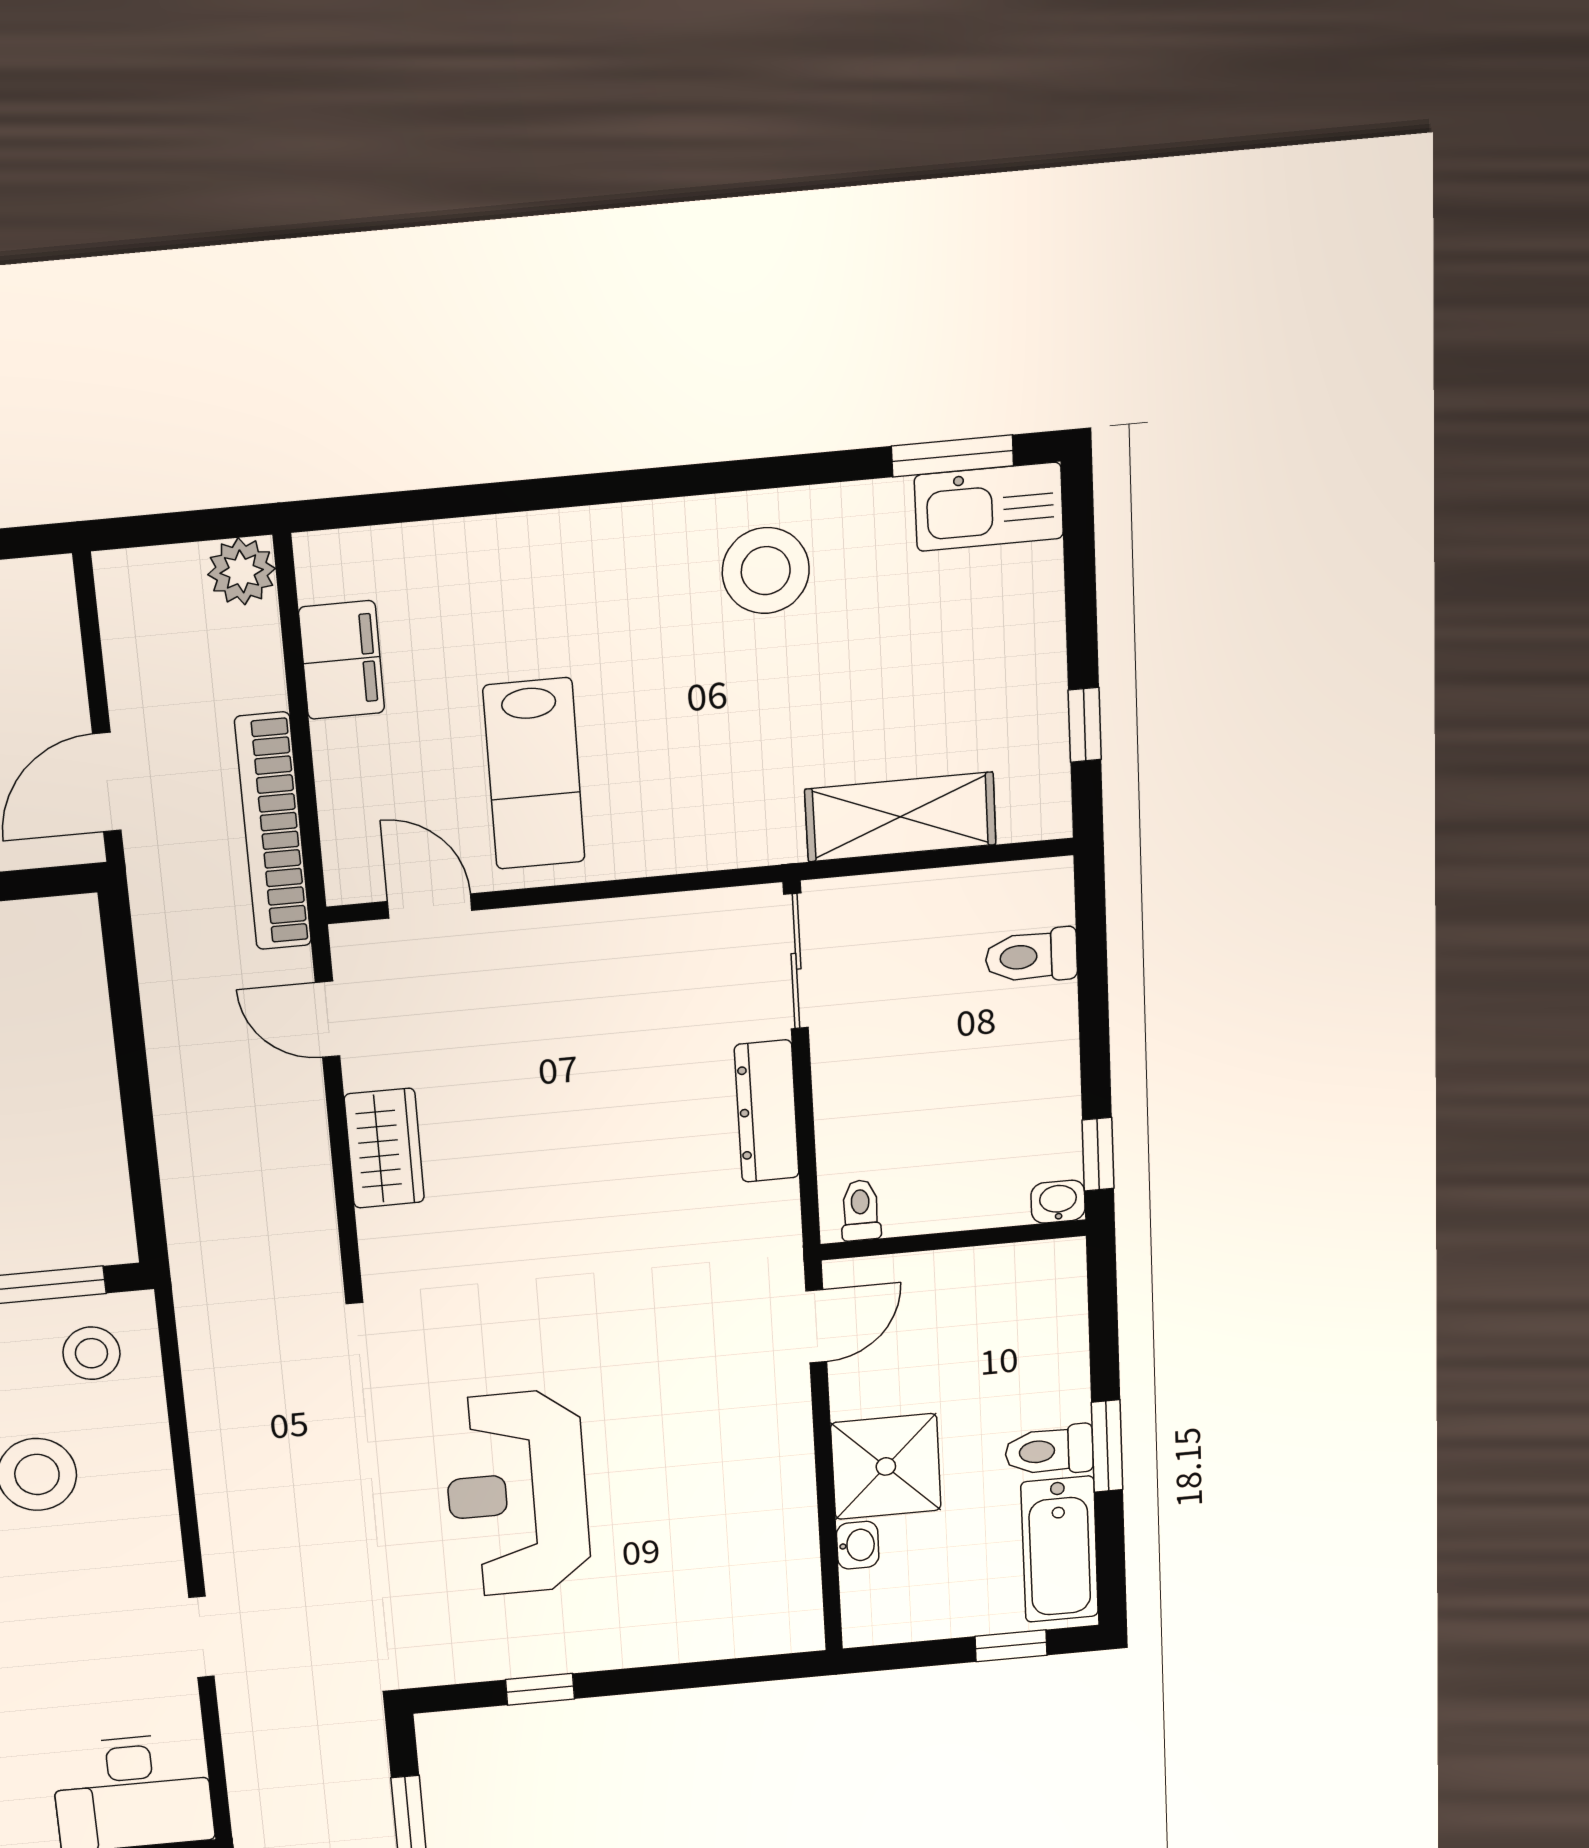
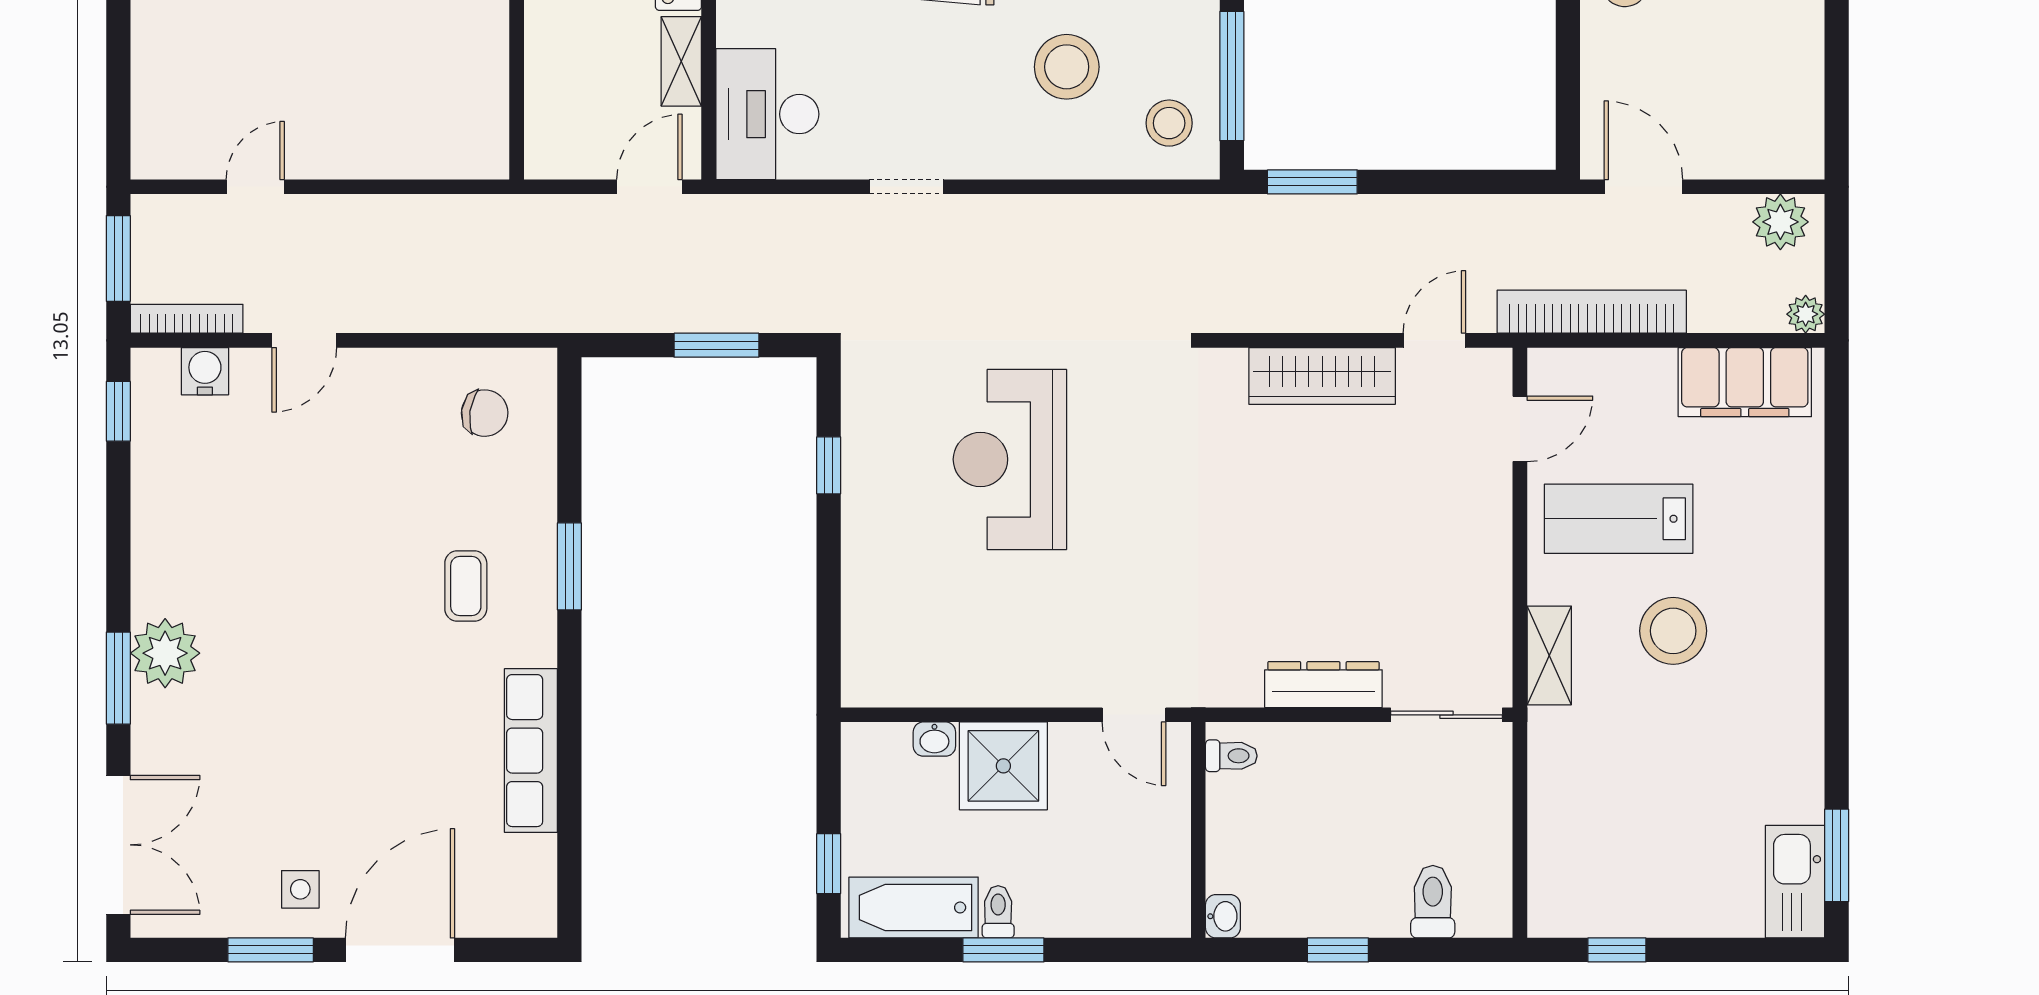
plant: (242, 571) -> (1806, 314), width x0.73, depth x0.73
stool: (766, 571) -> (1673, 631), moved
plant: (133, 605) -> (1780, 222), added
filing cabinet: (342, 660) -> (1745, 382), width x1.50, depth x1.17
shelving: (900, 817) -> (1549, 655), moved, width x0.67, depth x0.75
wardrobe: (384, 1148) -> (1322, 376), width x1.50
window: (1098, 1154) -> (1338, 950), moved
window: (145, 1182) -> (1312, 182), added
toilet: (1049, 1451) -> (998, 912), width x0.73, depth x0.72
reception desk: (517, 1493) -> (1010, 459), turned -90

